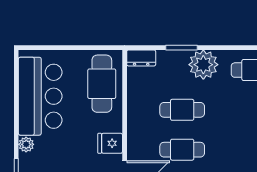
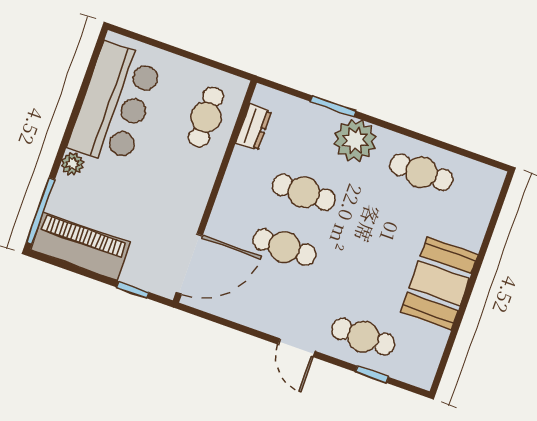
dresser: (141, 58) -> (254, 127), moved, turned -90
cafe table: (102, 84) -> (206, 117), width x0.73, depth x0.74
fridge: (110, 143) -> (188, 203), removed

